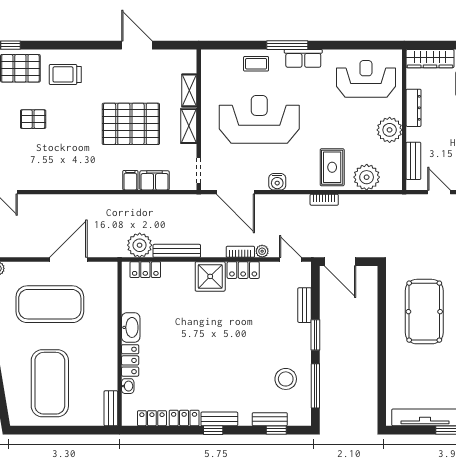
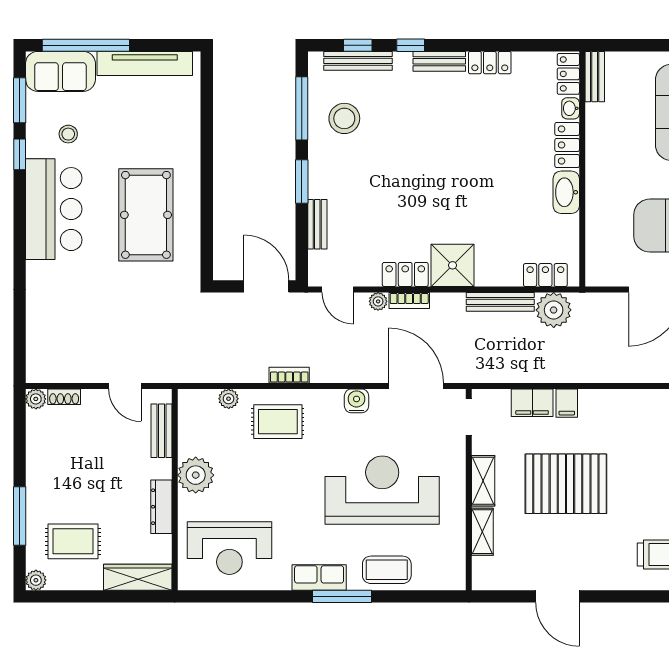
coffee table: (256, 64) -> (387, 570), width x1.36, depth x1.30
reception desk: (259, 119) -> (382, 490), turned 180
rug: (332, 167) -> (278, 422), turned 90
plant: (367, 177) -> (229, 399), width x0.53, depth x0.53
locker: (152, 418) -> (568, 74), moved, turned 90
bench: (270, 419) -> (358, 61), width x1.36
window: (213, 430) -> (411, 45), moved

